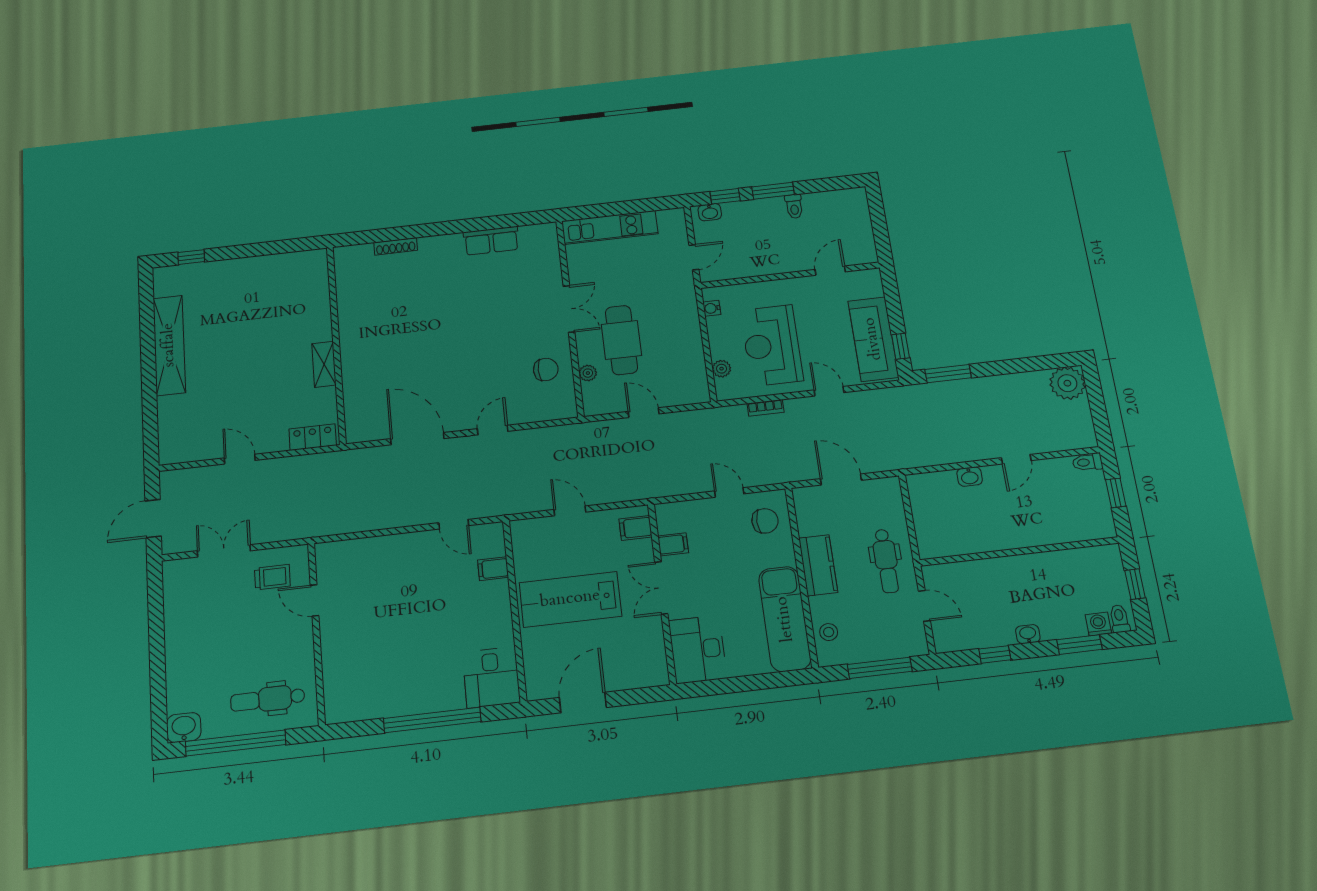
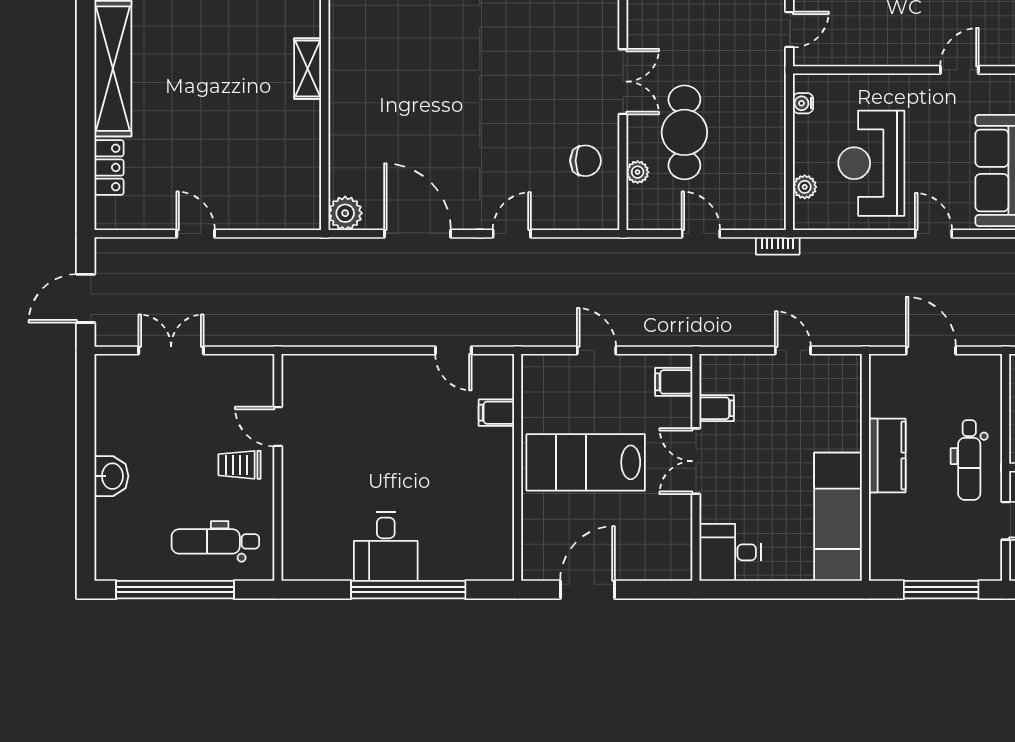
shelving: (324, 364) -> (308, 69), moved
bookcase: (766, 408) -> (778, 246), moved
plant: (358, 430) -> (345, 213), added
locker: (313, 437) -> (109, 167), moved, turned 90
chair: (765, 521) -> (831, 392), removed
trolley: (272, 577) -> (240, 465), moved, turned 180
stool: (829, 632) -> (888, 539), removed
desk: (698, 649) -> (730, 552), width x0.73
desk: (491, 677) -> (386, 546), moved
washbasin: (184, 728) -> (111, 476), moved, turned 90

